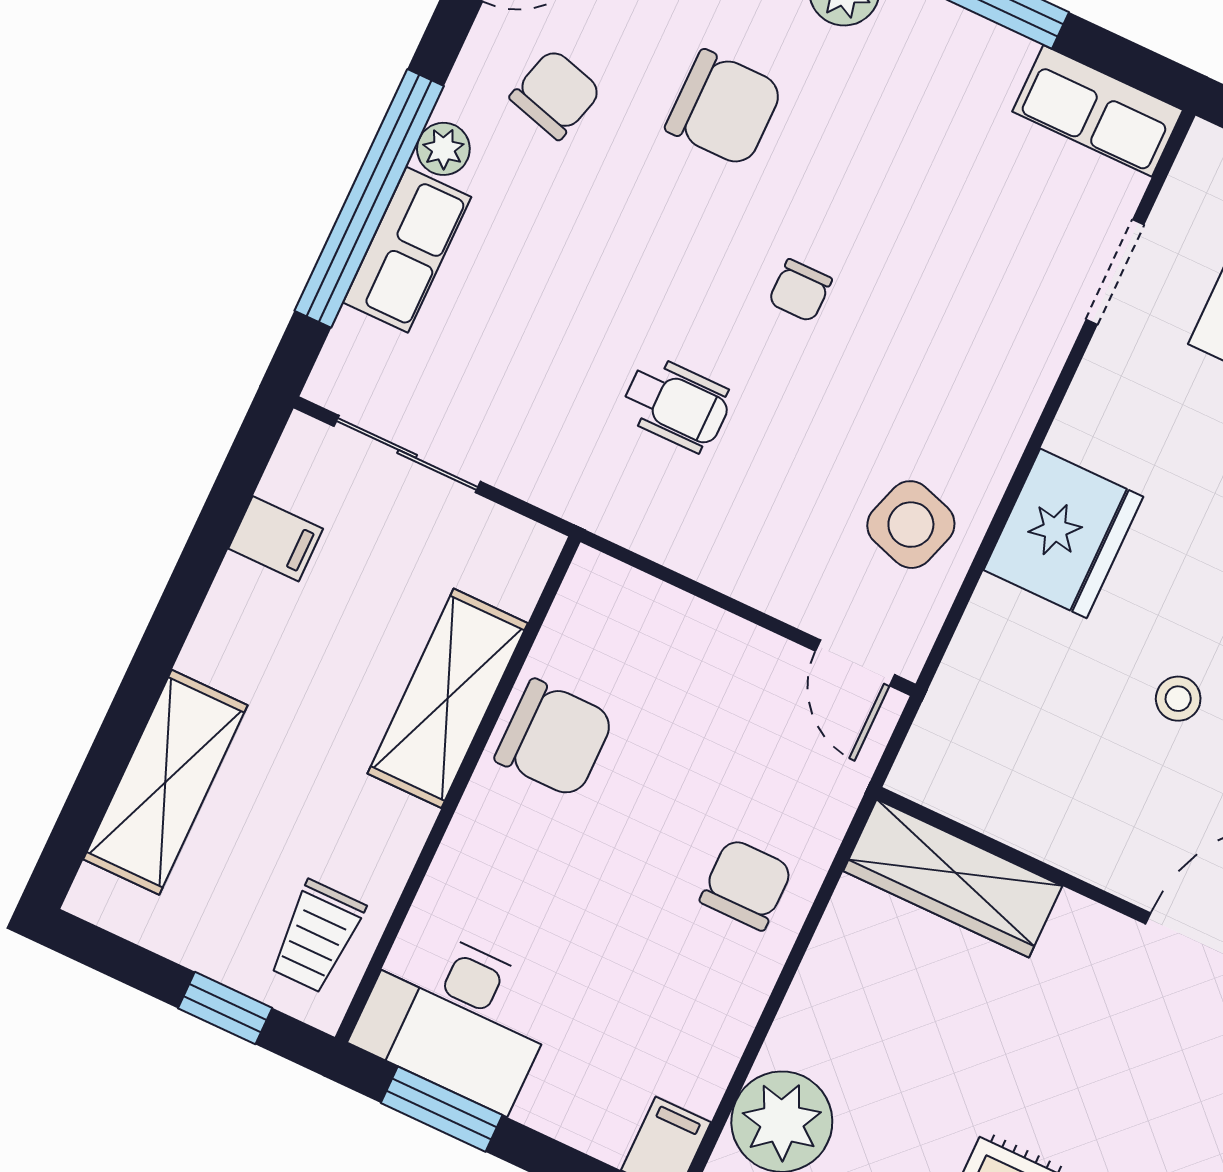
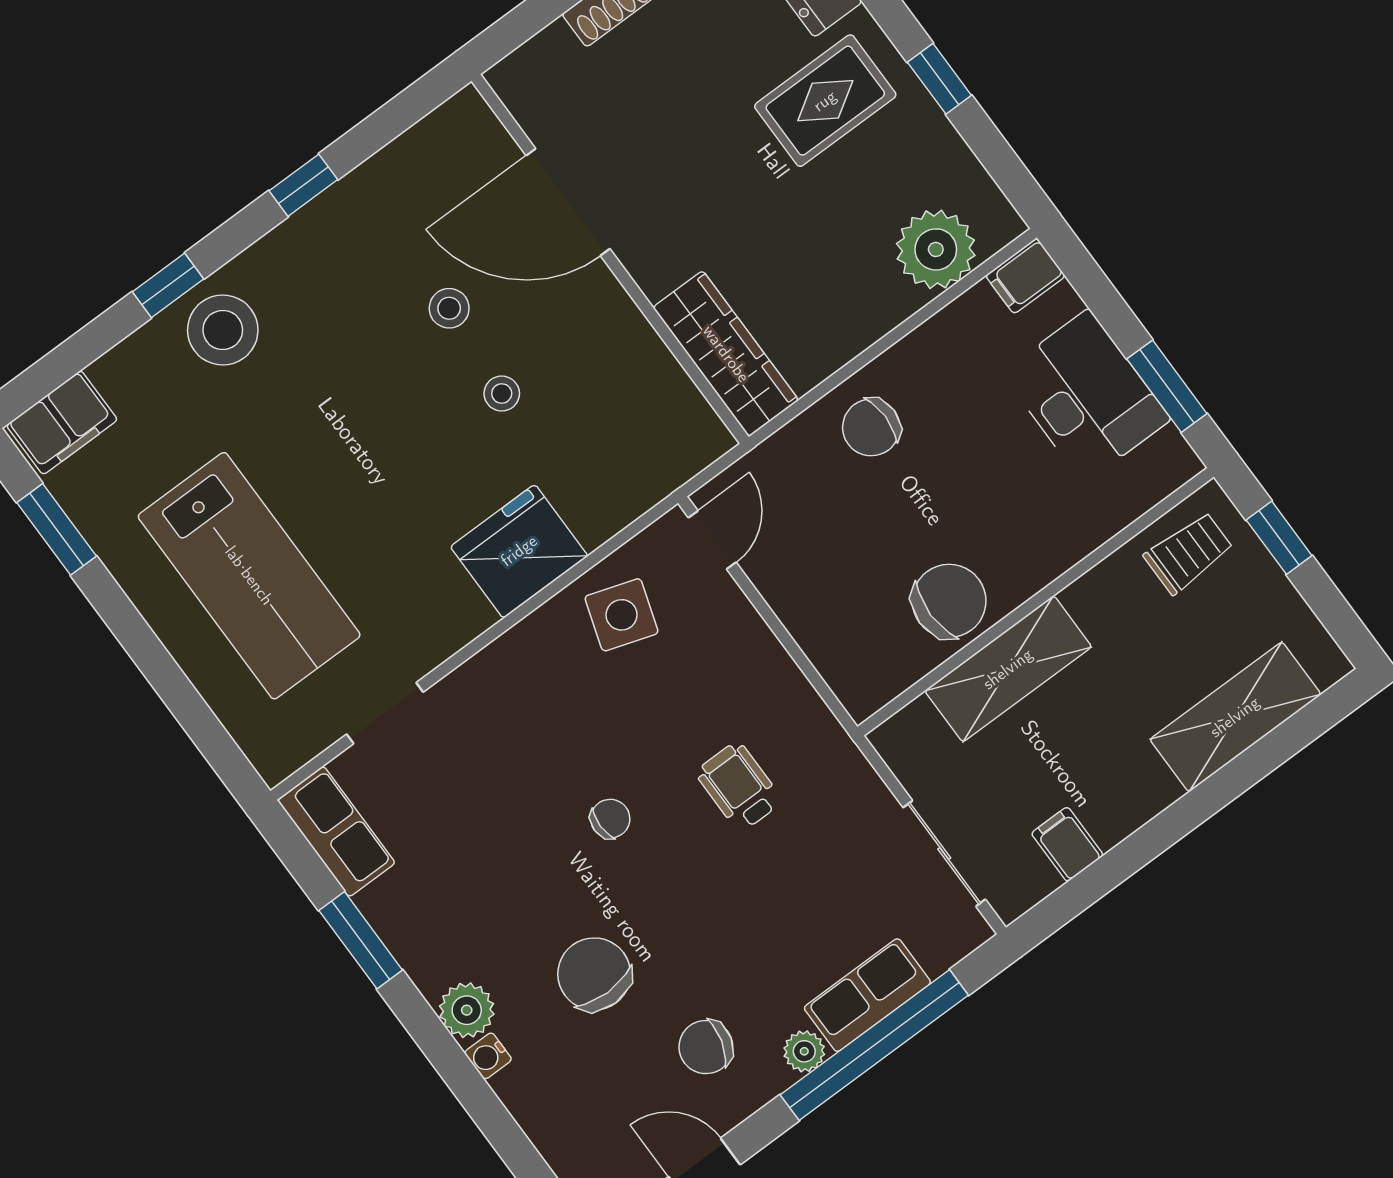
chair: (554, 738) -> (949, 601), turned 90
desk: (456, 1017) -> (1086, 396), moved

